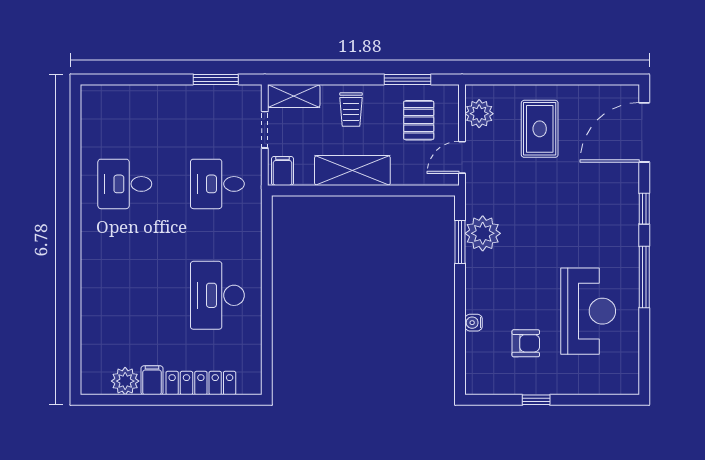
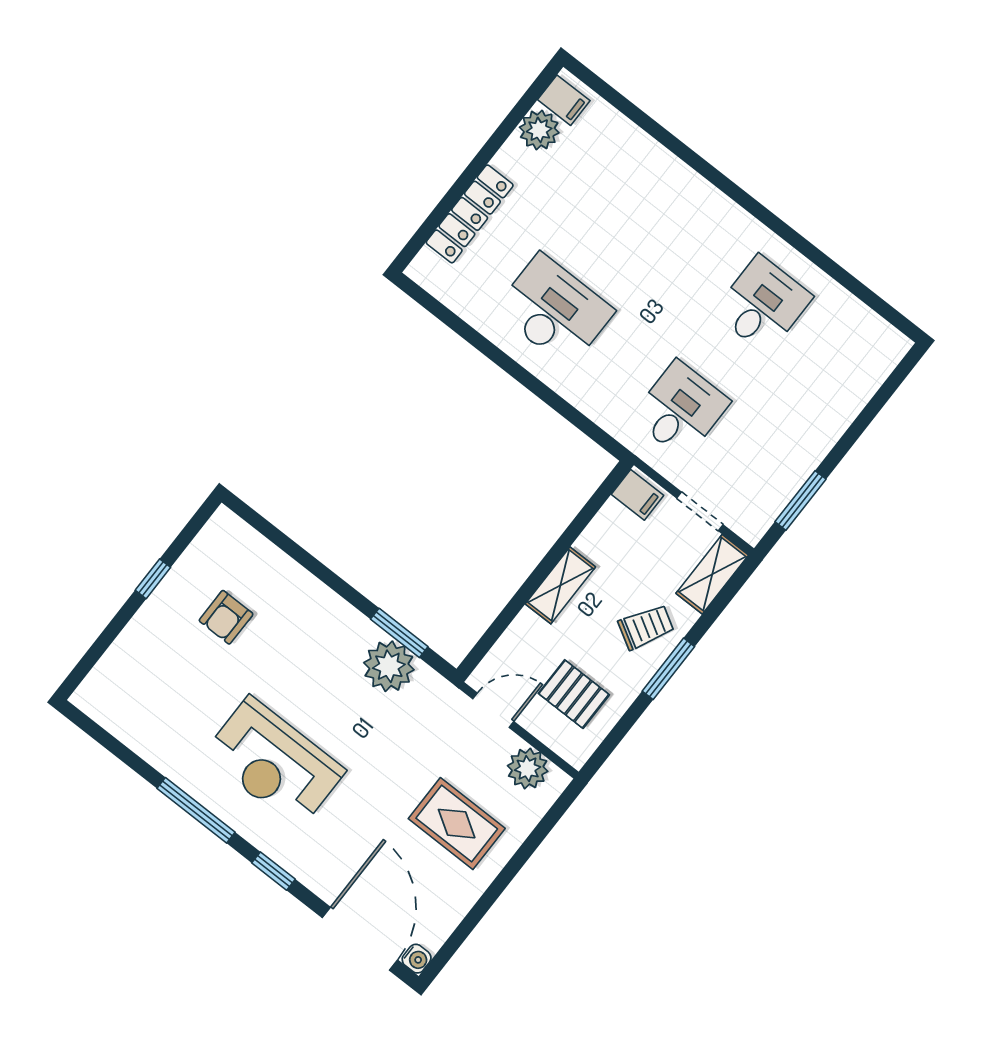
window: (408, 79) -> (668, 669), moved
trolley: (351, 110) -> (646, 627), turned 120
door: (462, 157) -> (493, 710), hinge flipped
shelving: (352, 170) -> (560, 585), width x0.67, depth x0.75
reception desk: (588, 311) -> (274, 763), moved
water cooler: (474, 323) -> (417, 959), moved, turned 90
filing cabinet: (152, 380) -> (564, 100), moved

